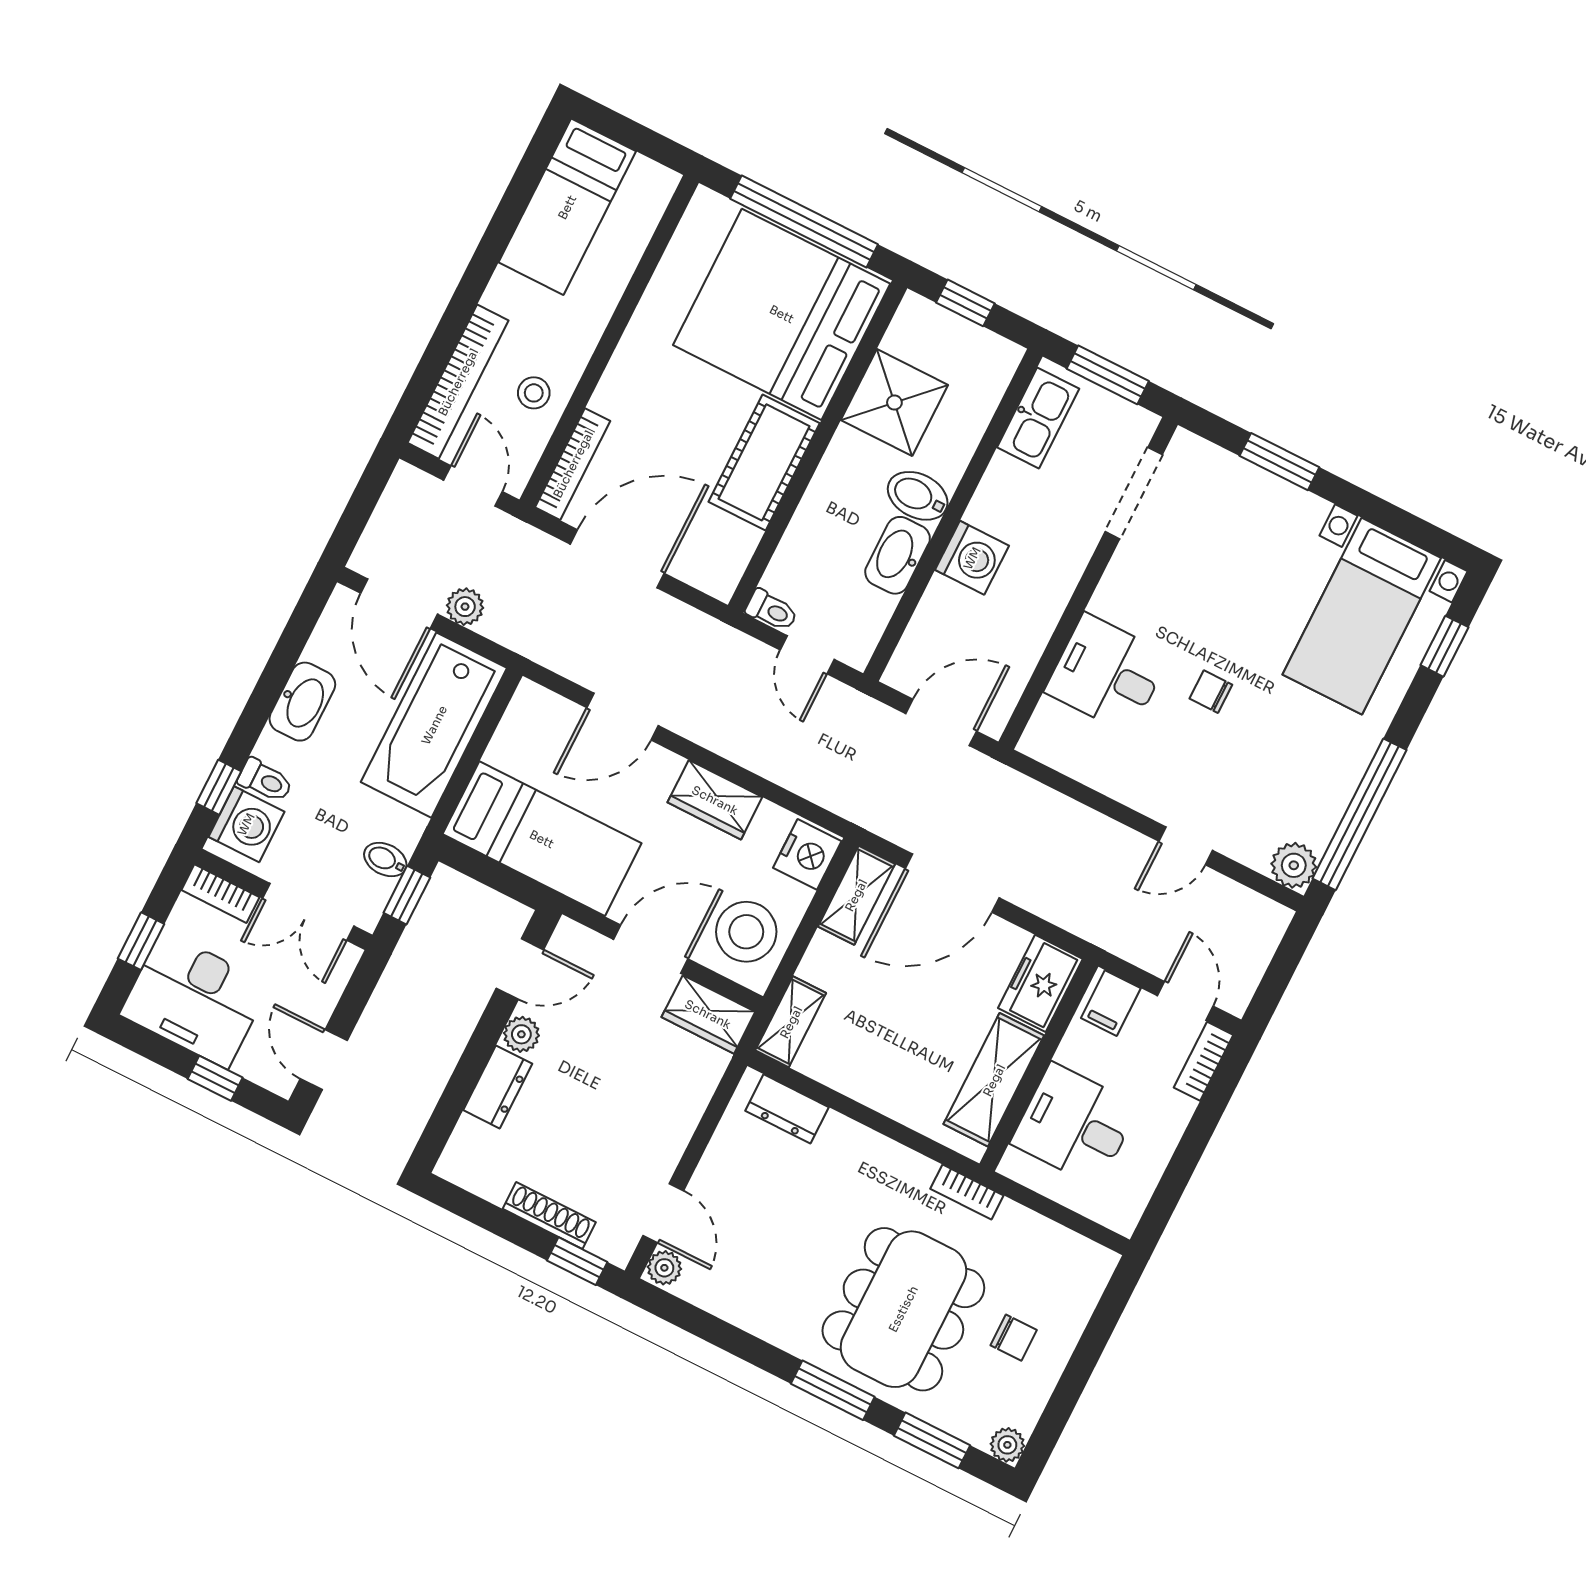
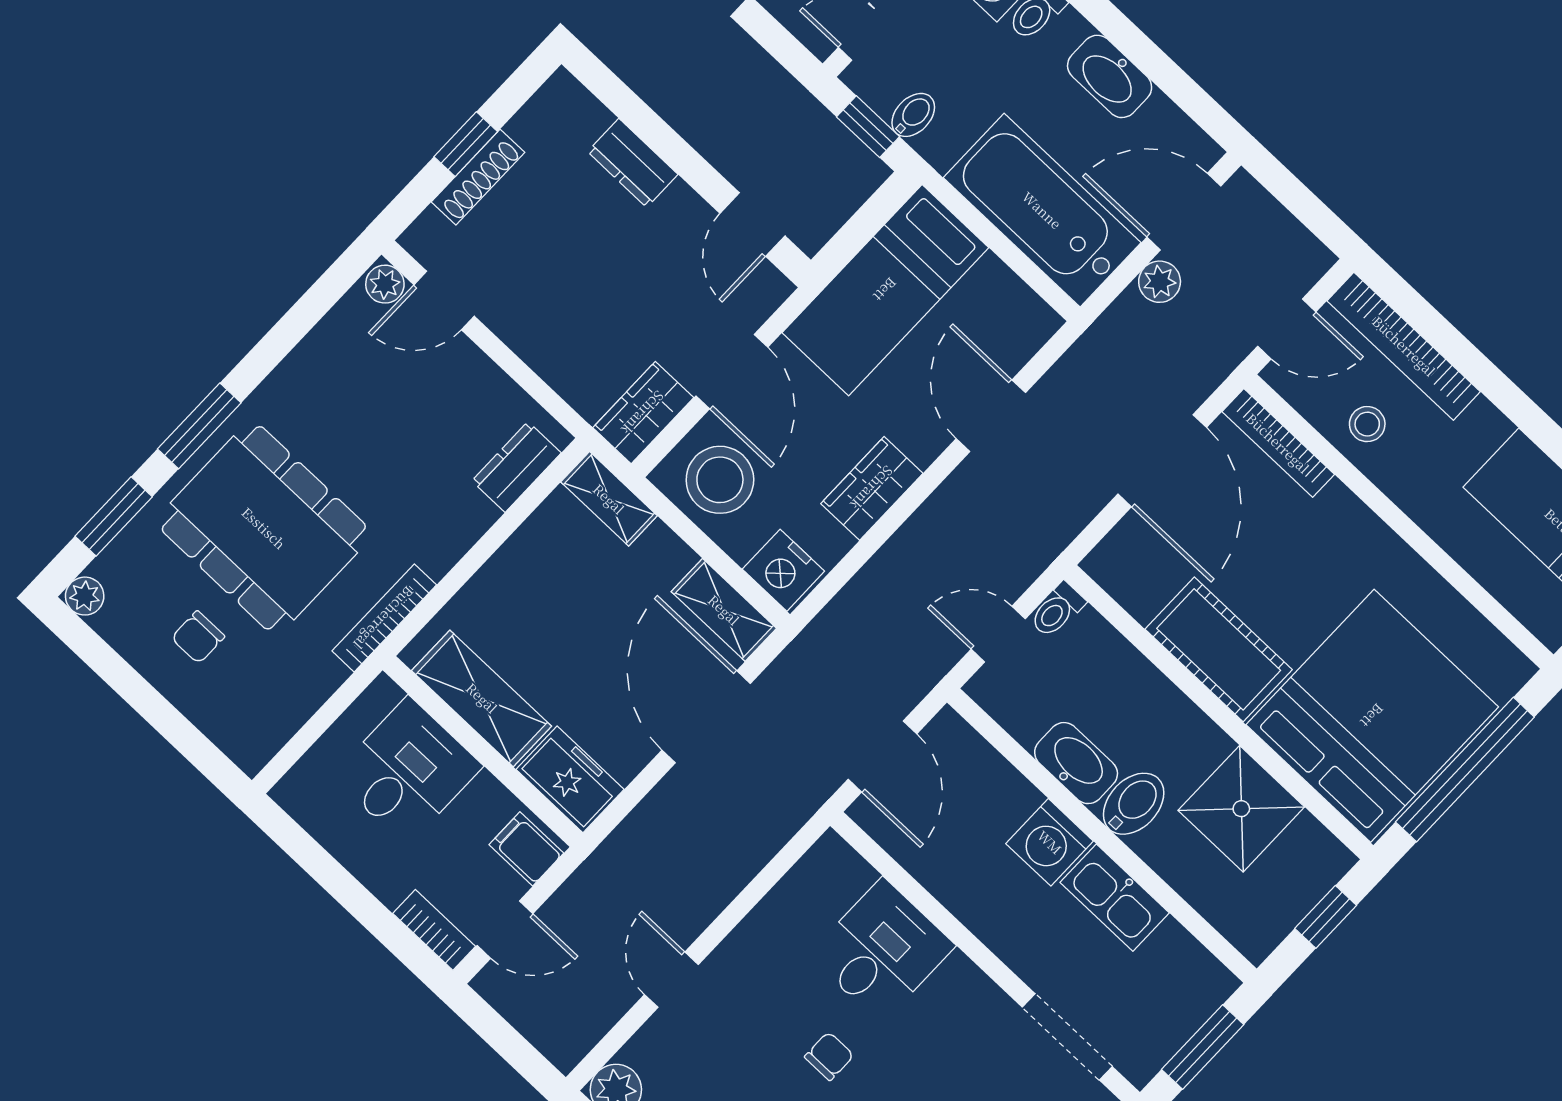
kitchen sink: (1038, 418) -> (1115, 898), moved
plant: (521, 1034) -> (682, 205), removed
bookcase: (967, 1192) -> (384, 618), width x1.56
window: (577, 1261) -> (466, 144), moved

